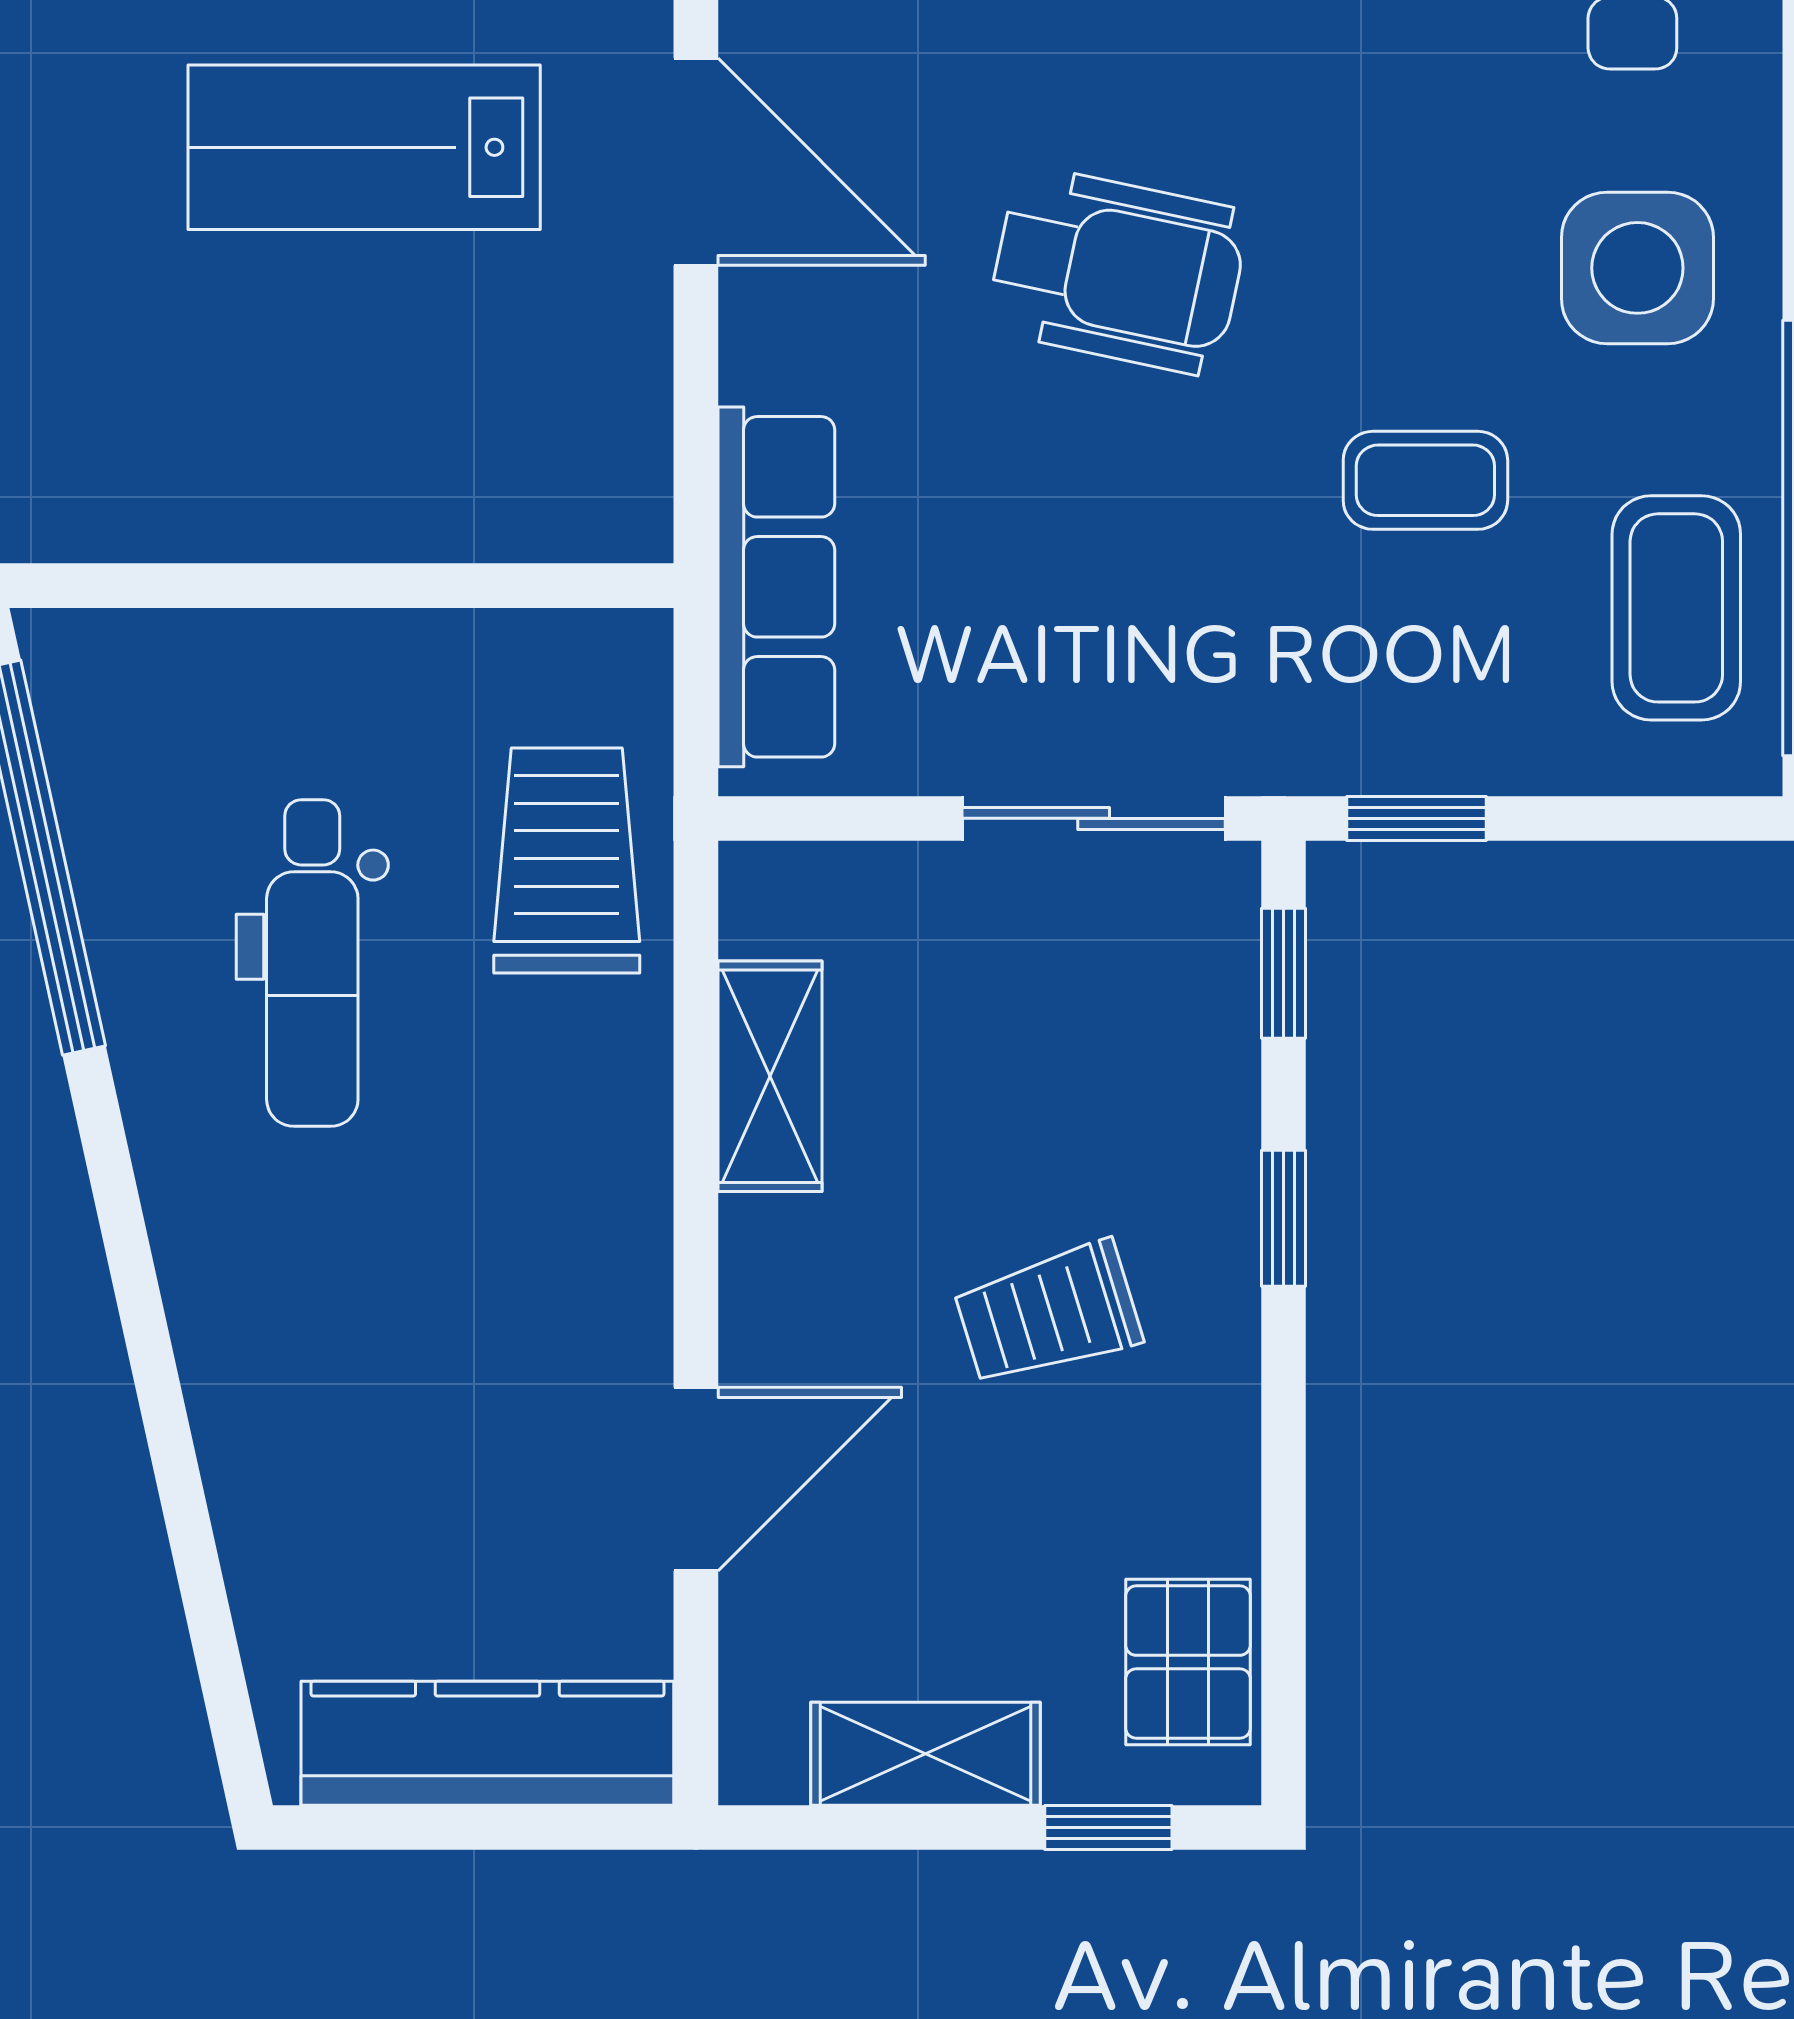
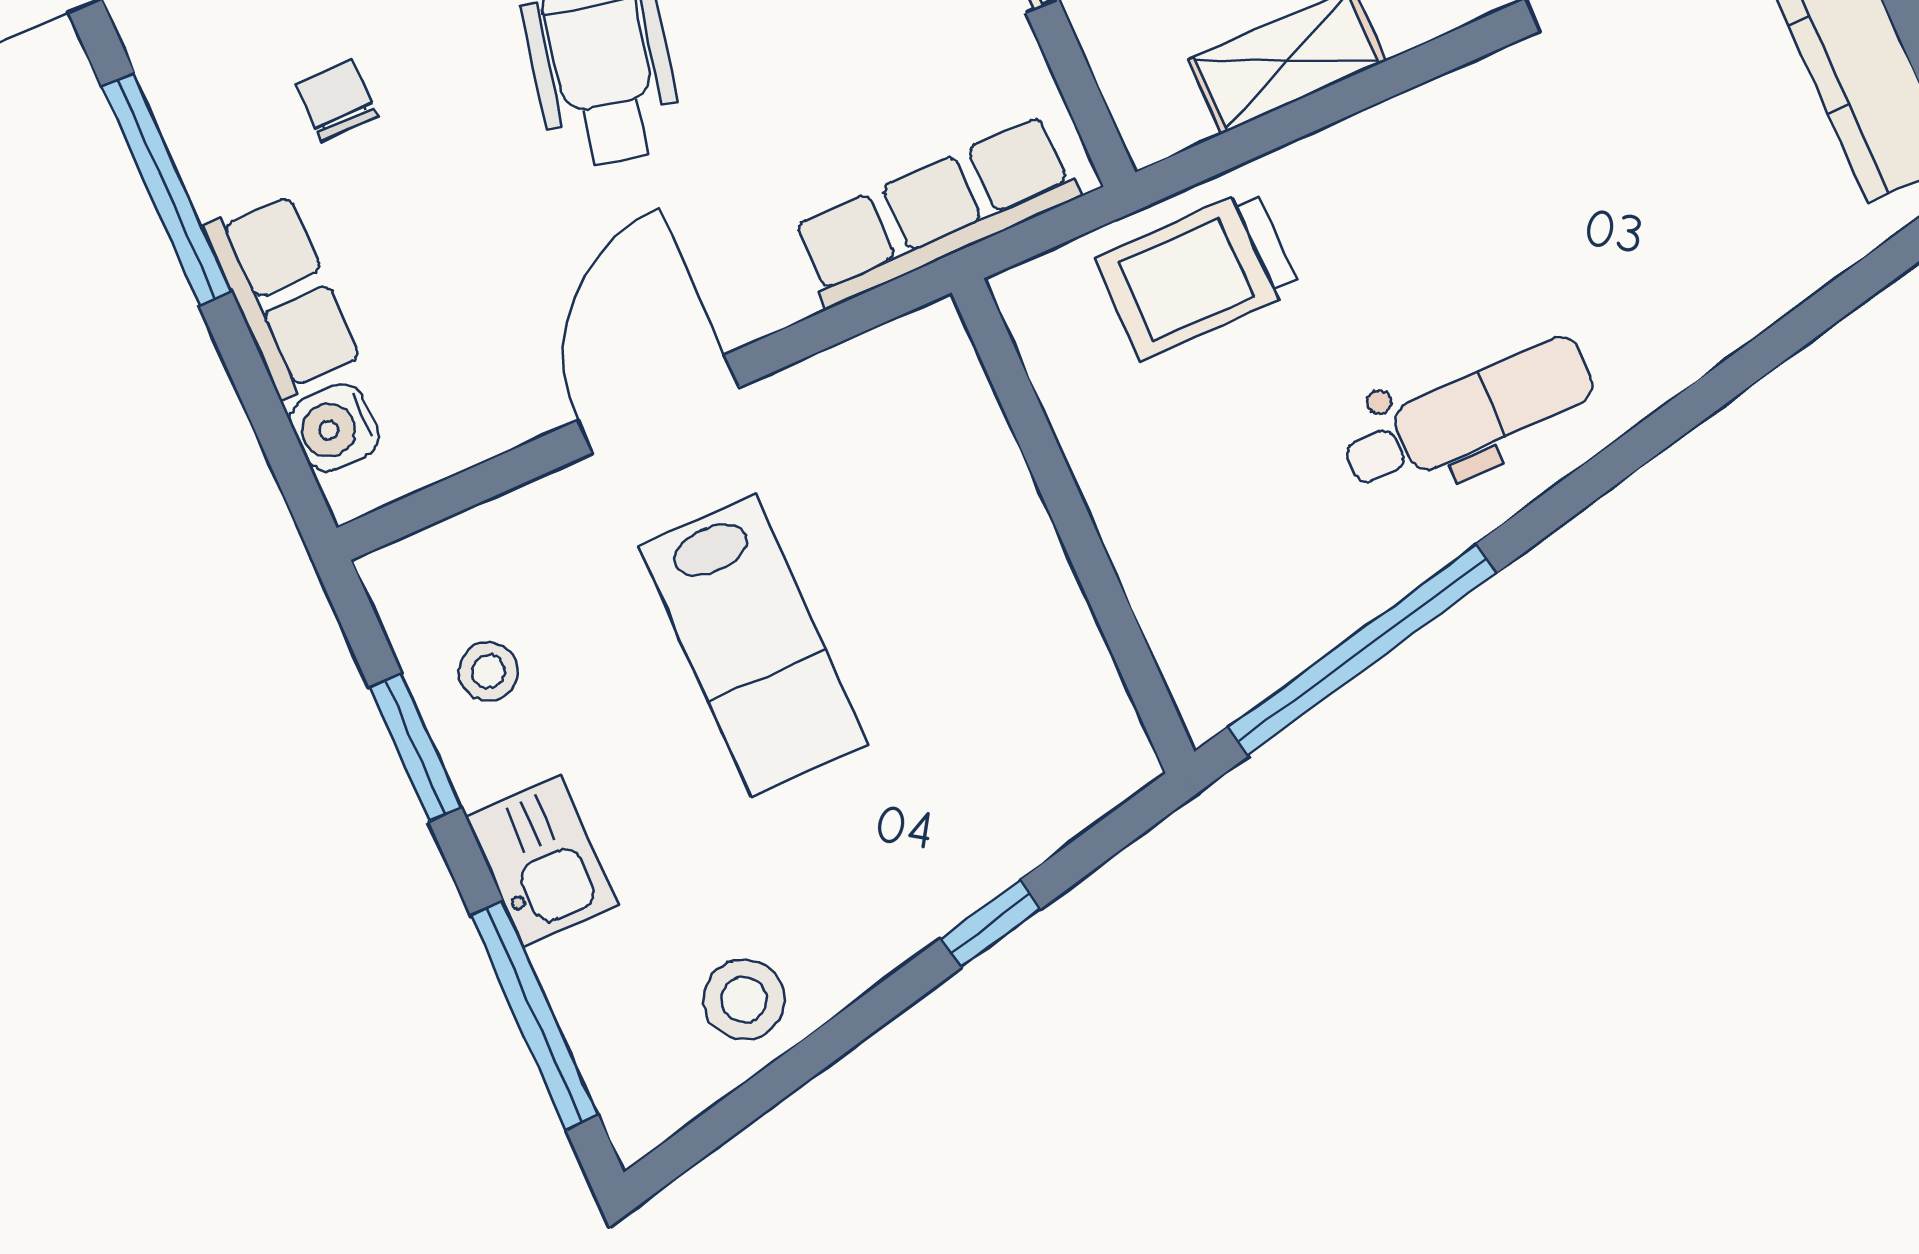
dental chair: (312, 963) -> (1468, 415), moved

